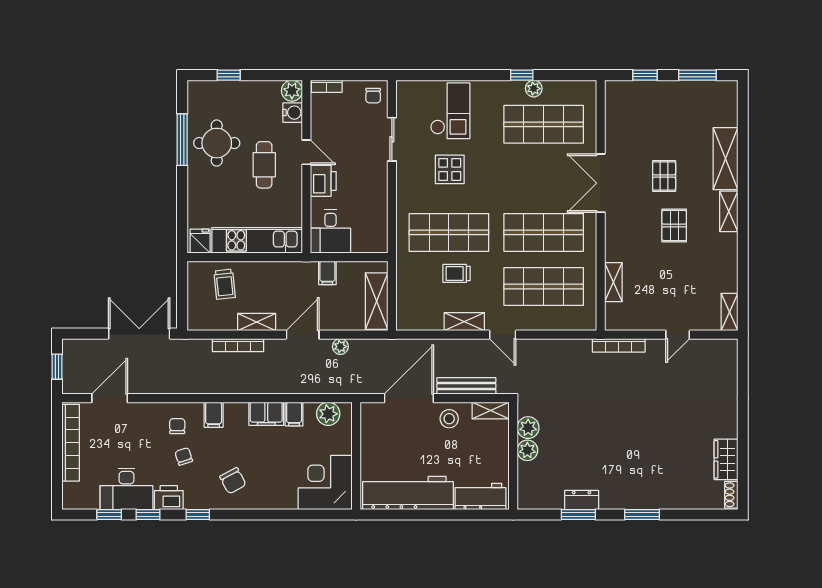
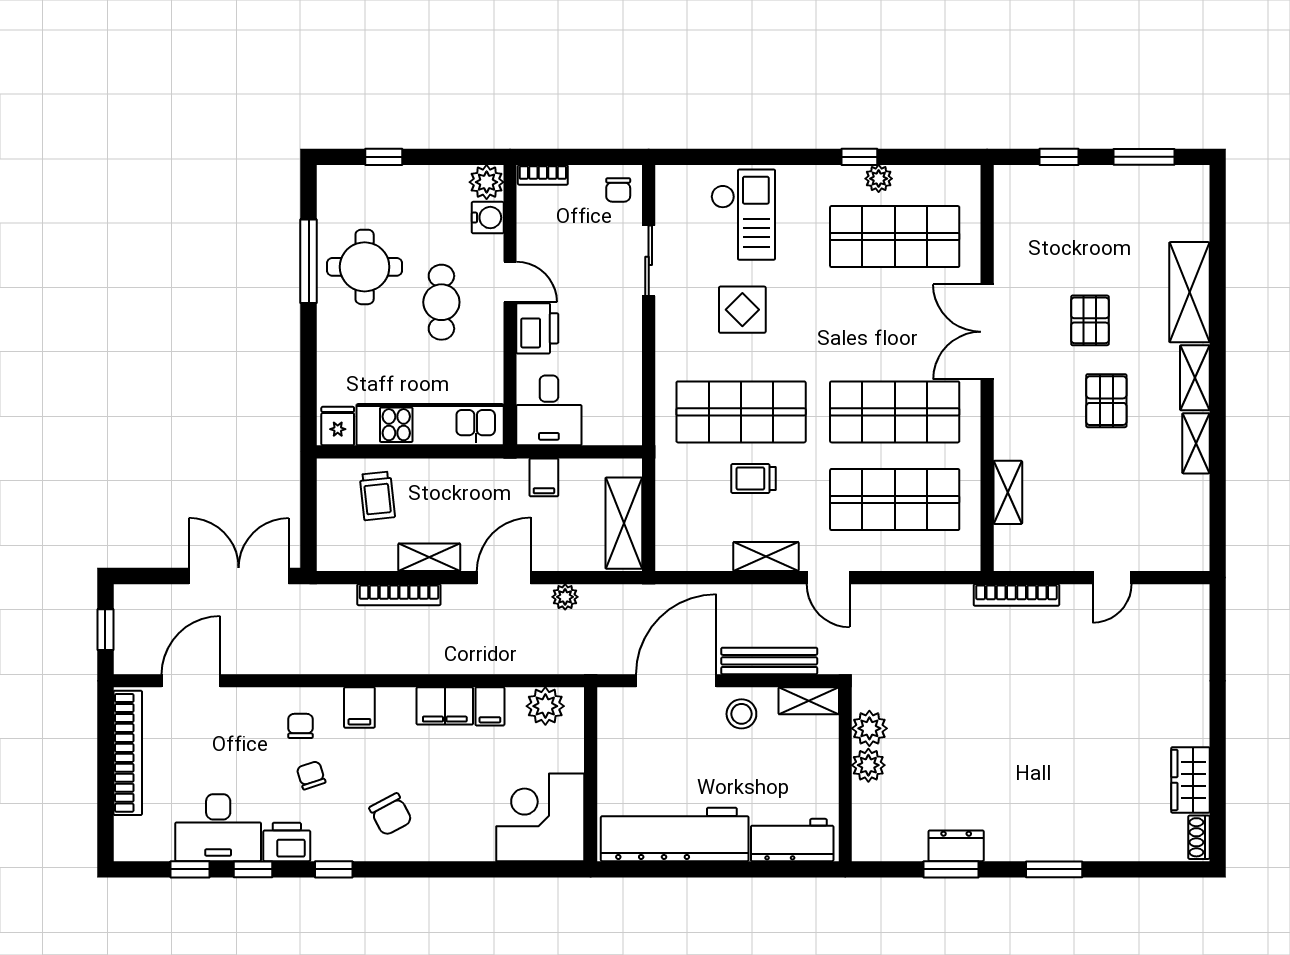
shelving: (729, 312) -> (1196, 443), moved

